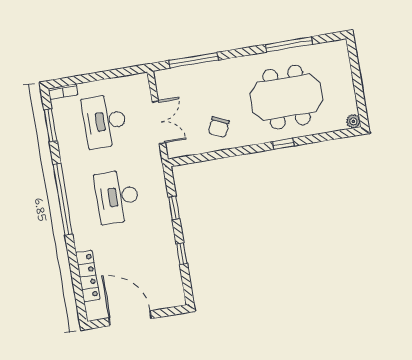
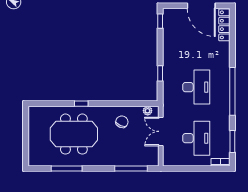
plant: (353, 121) -> (148, 111), moved
window: (182, 254) -> (160, 21), moved
locker: (88, 276) -> (224, 25), moved

